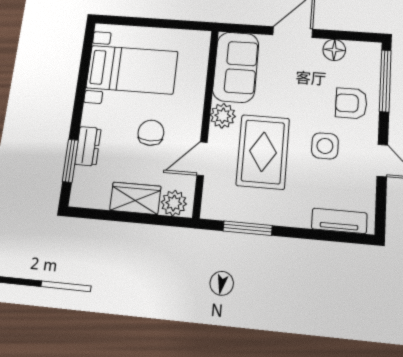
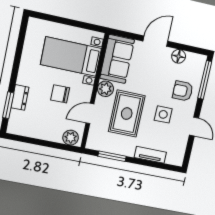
bed with nightstands: (132, 70) -> (71, 57), moved, turned 180
chair: (151, 133) -> (60, 94), turned -90
wardrobe: (135, 198) -> (48, 132), removed
tv unit: (339, 221) -> (150, 155), moved

